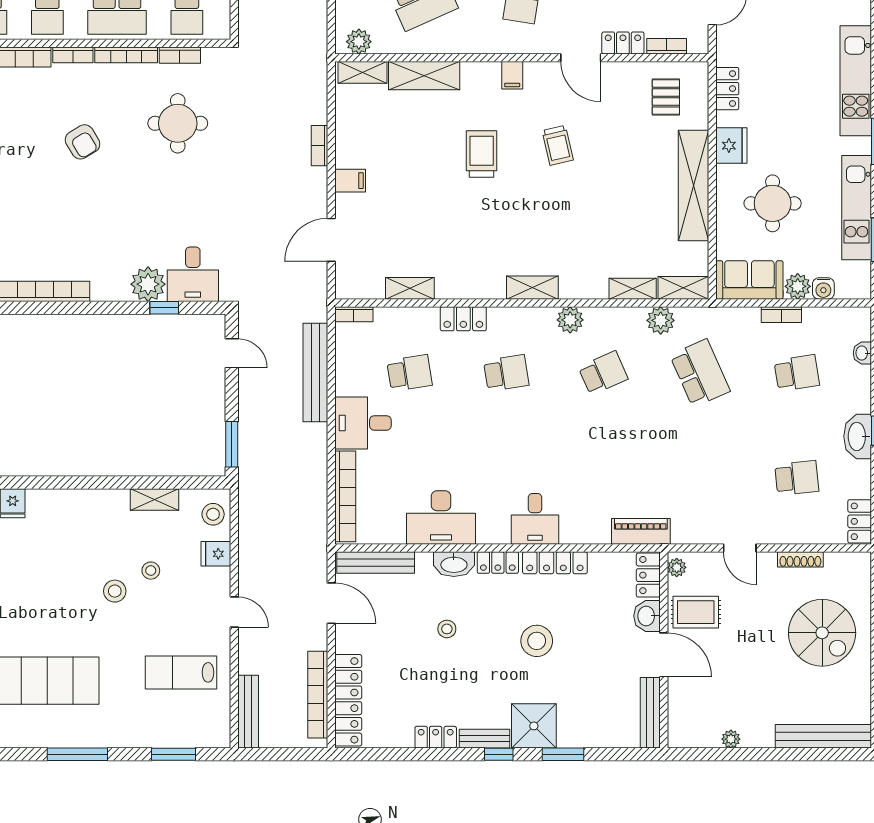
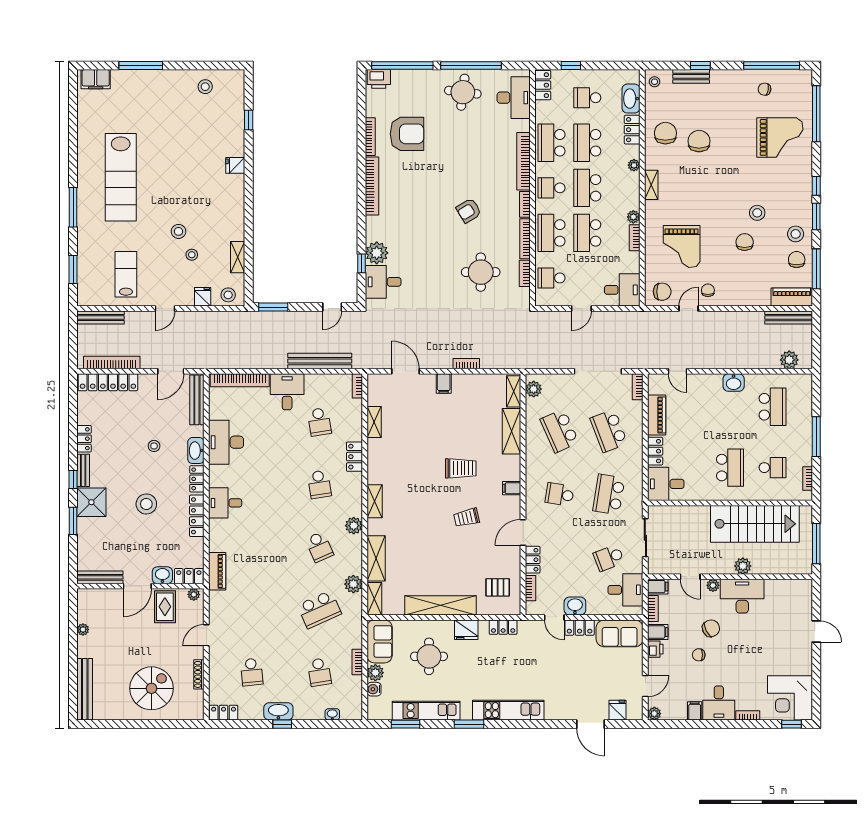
shelving: (633, 289) -> (376, 558), width x1.50, depth x1.33
spiral stairs: (822, 633) -> (152, 688), turned 180

